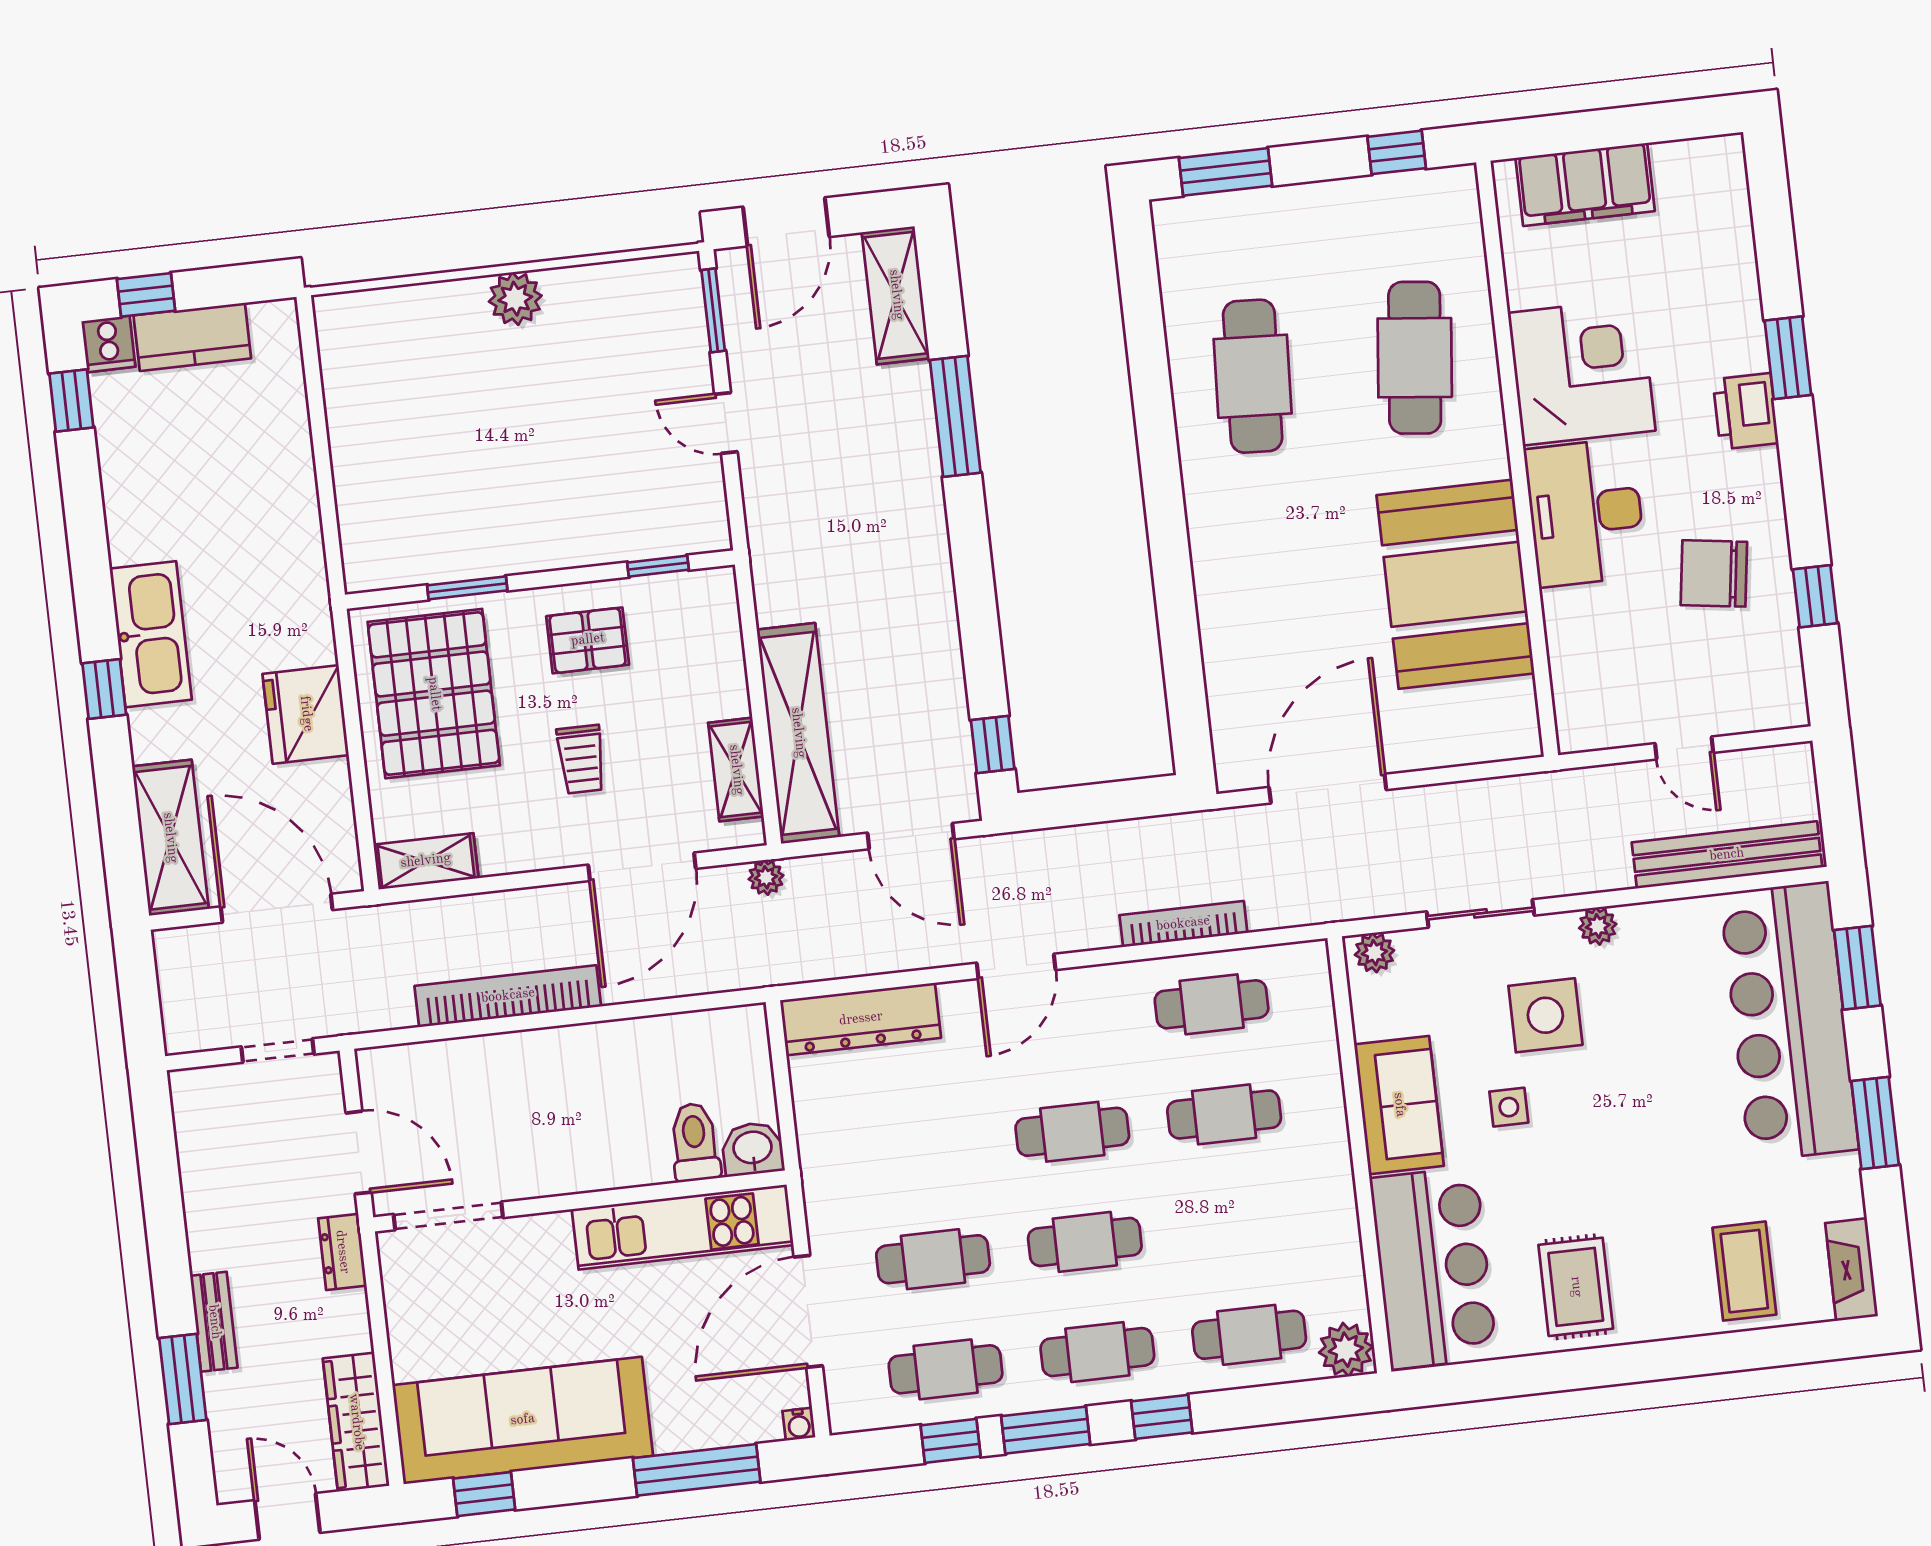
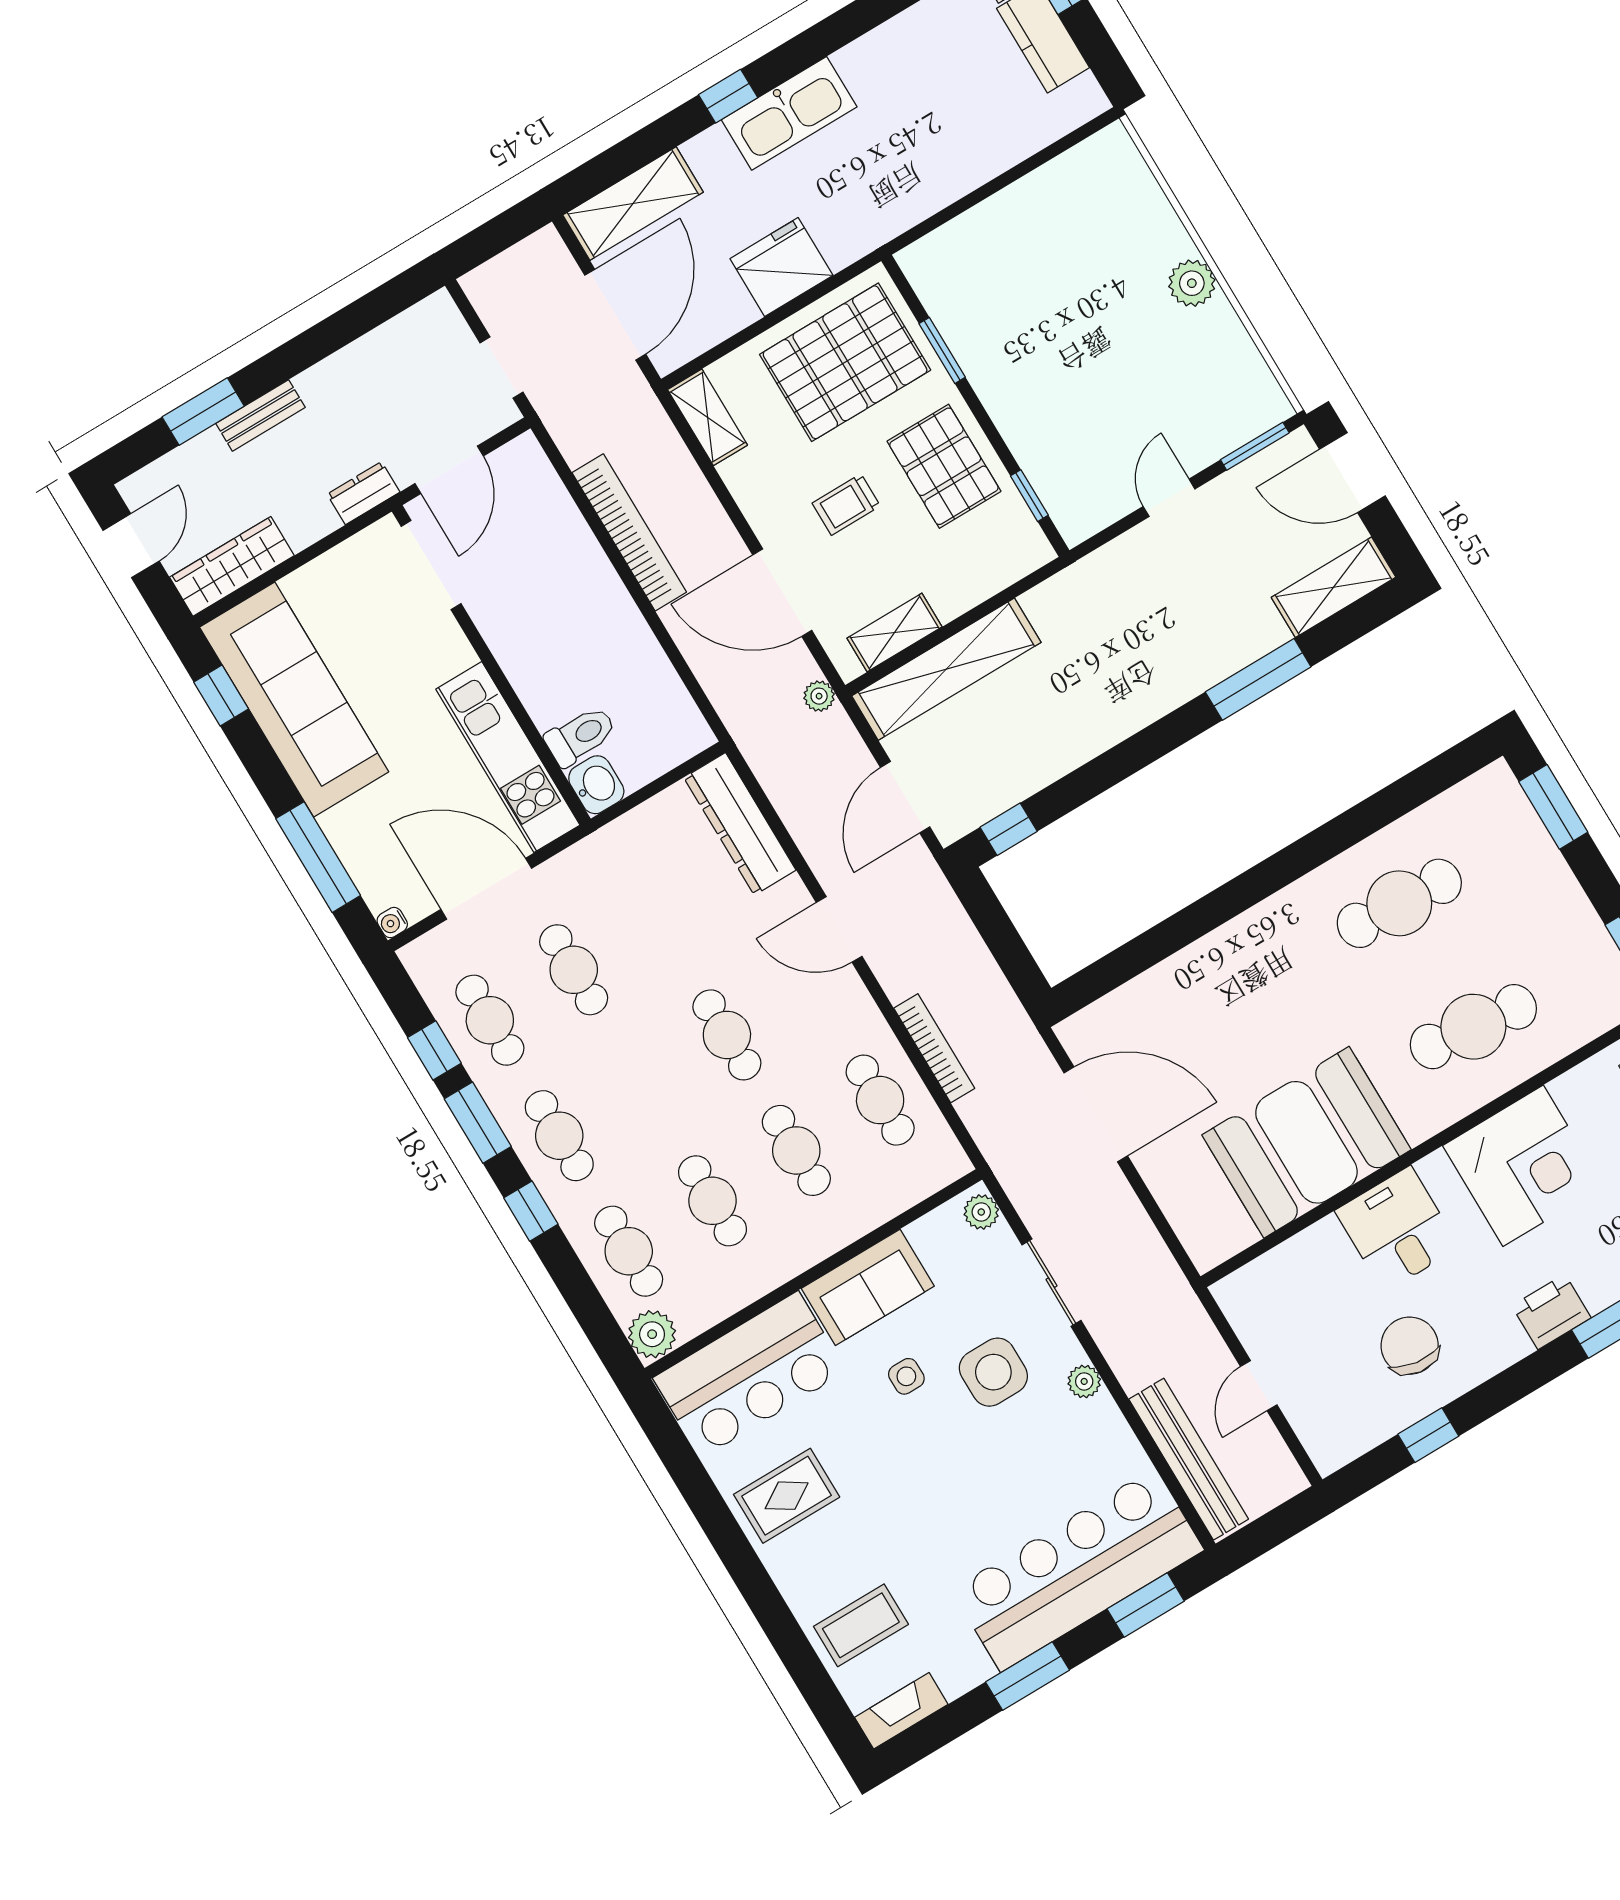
desk: (1586, 513) -> (1397, 1229), width x0.73
pallet: (588, 640) -> (944, 466), width x1.50, depth x1.42
cafe table: (1085, 1242) -> (712, 1201), moved

